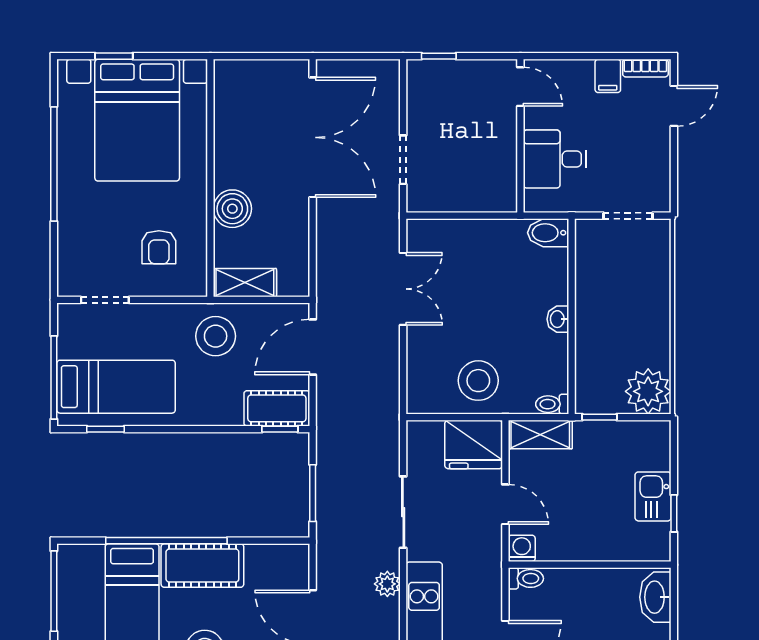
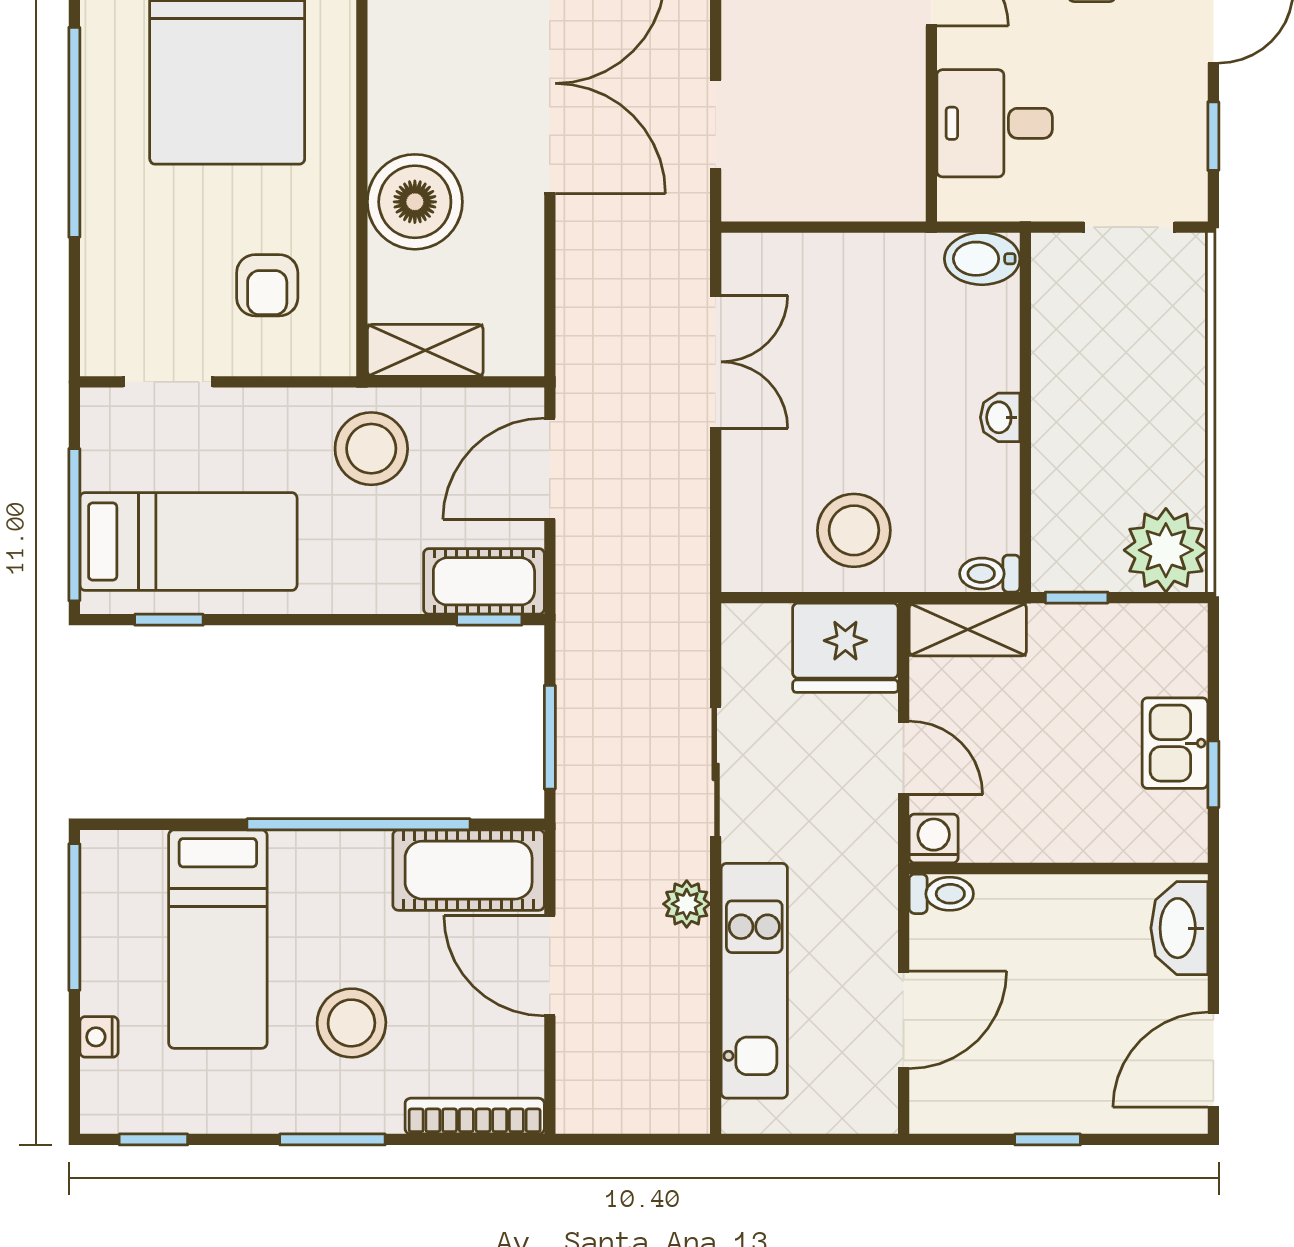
window: (674, 166) -> (1213, 136), added
boiler: (232, 209) -> (415, 202), width x1.37, depth x1.37
window: (166, 541) -> (358, 824), moved
cot: (202, 566) -> (469, 870), moved

